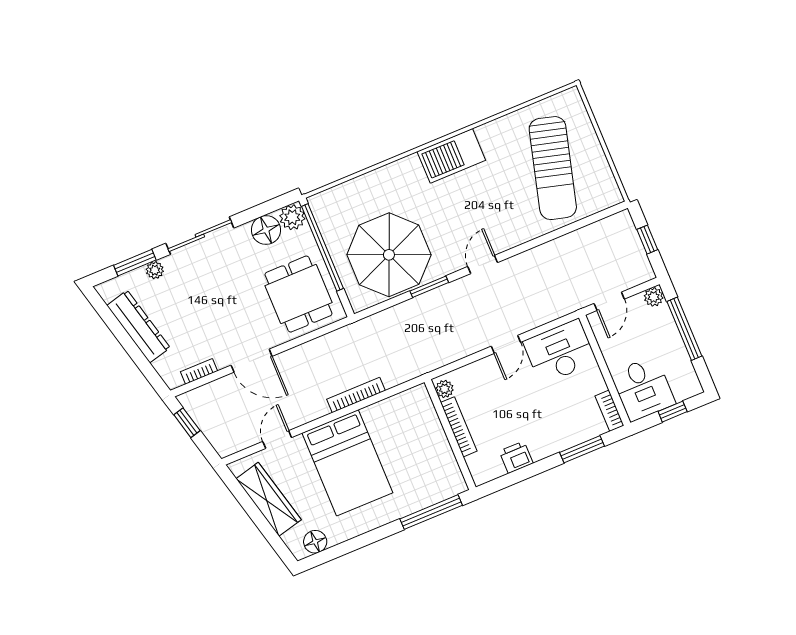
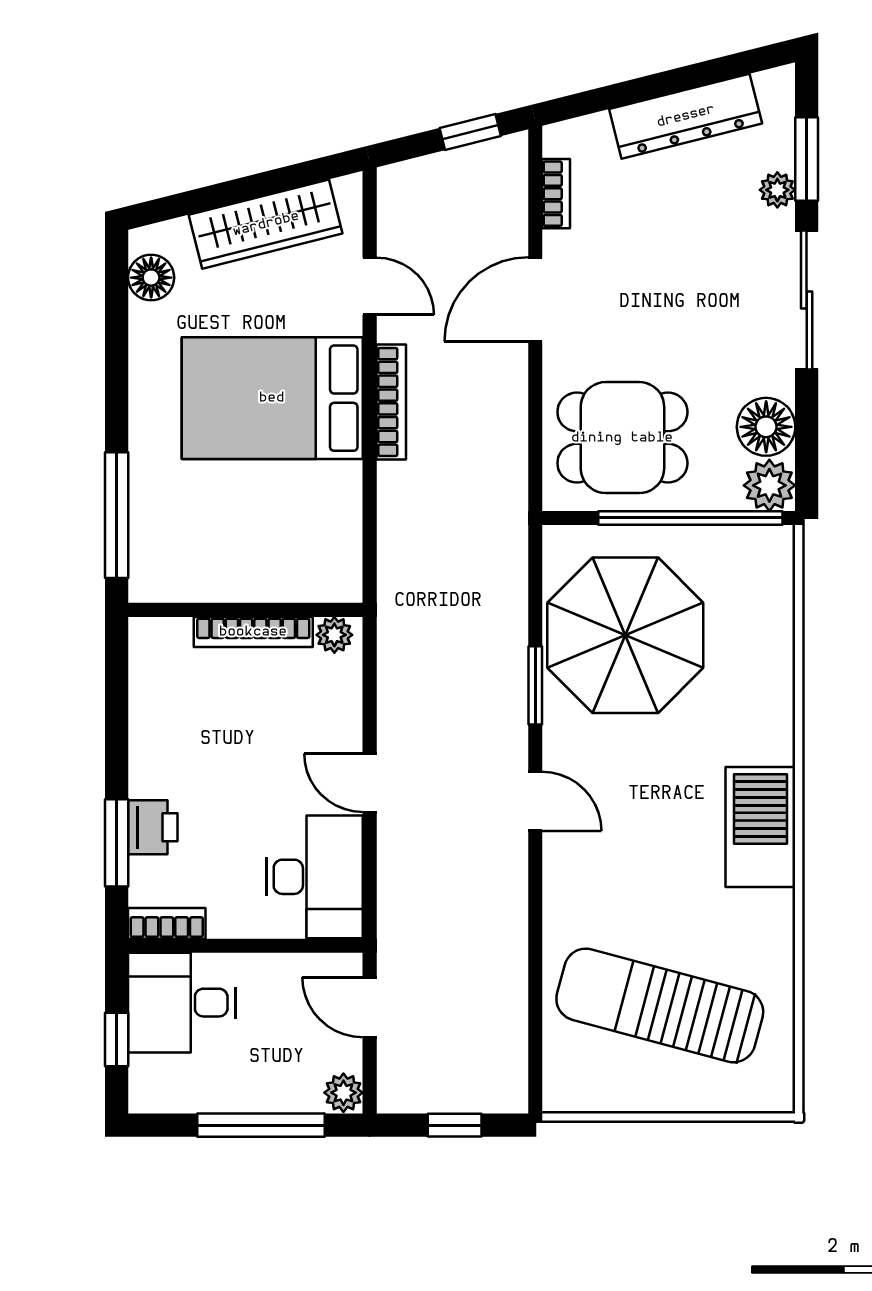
bookcase: (356, 395) -> (391, 402), moved
printer: (516, 457) -> (153, 827), moved

